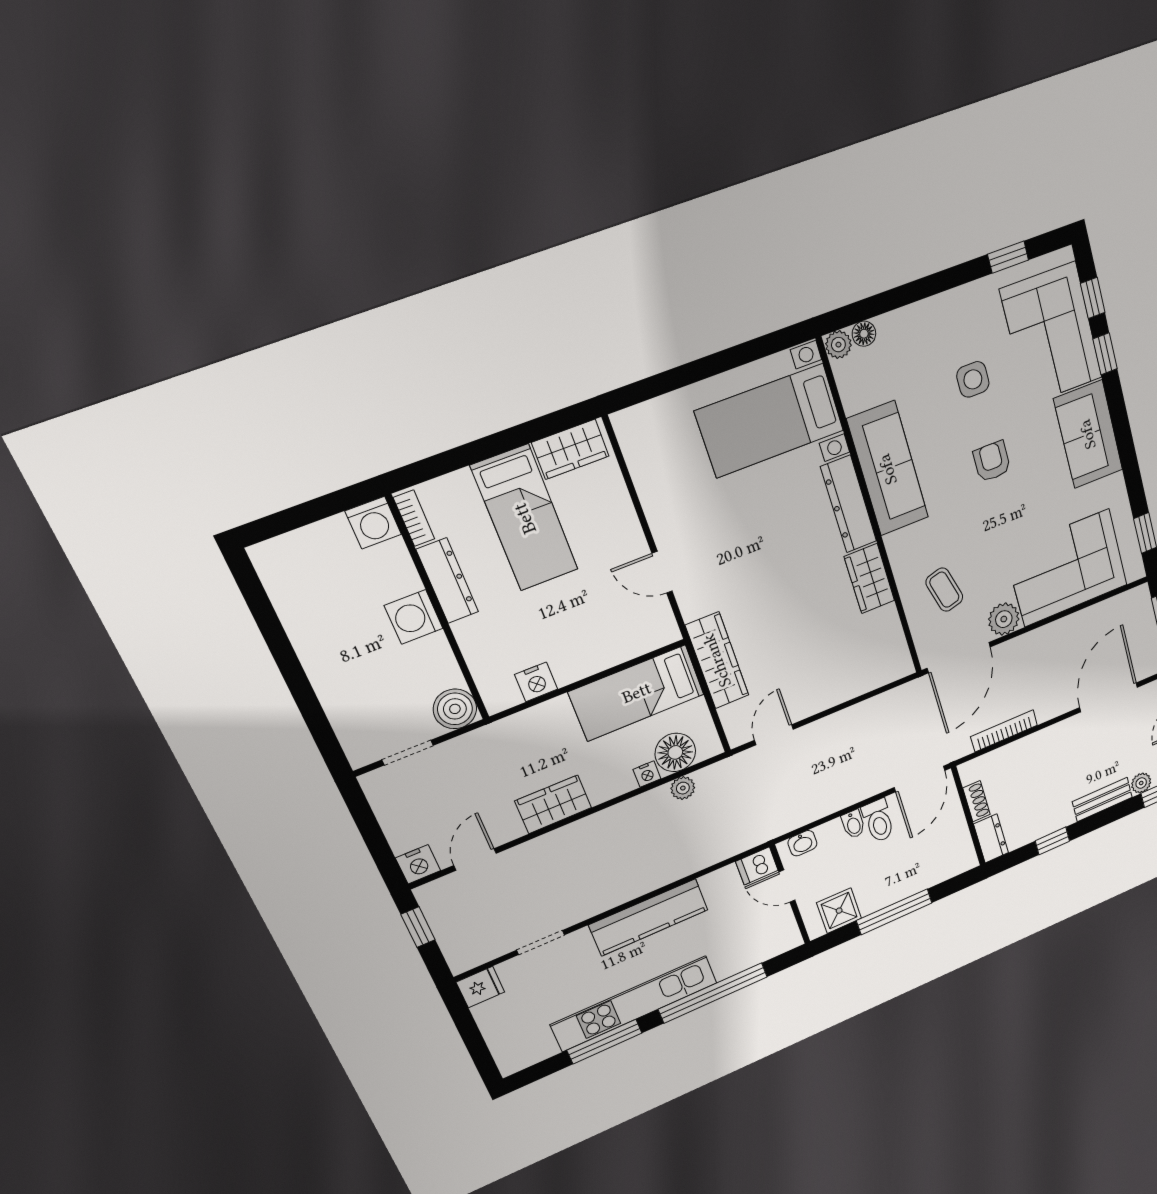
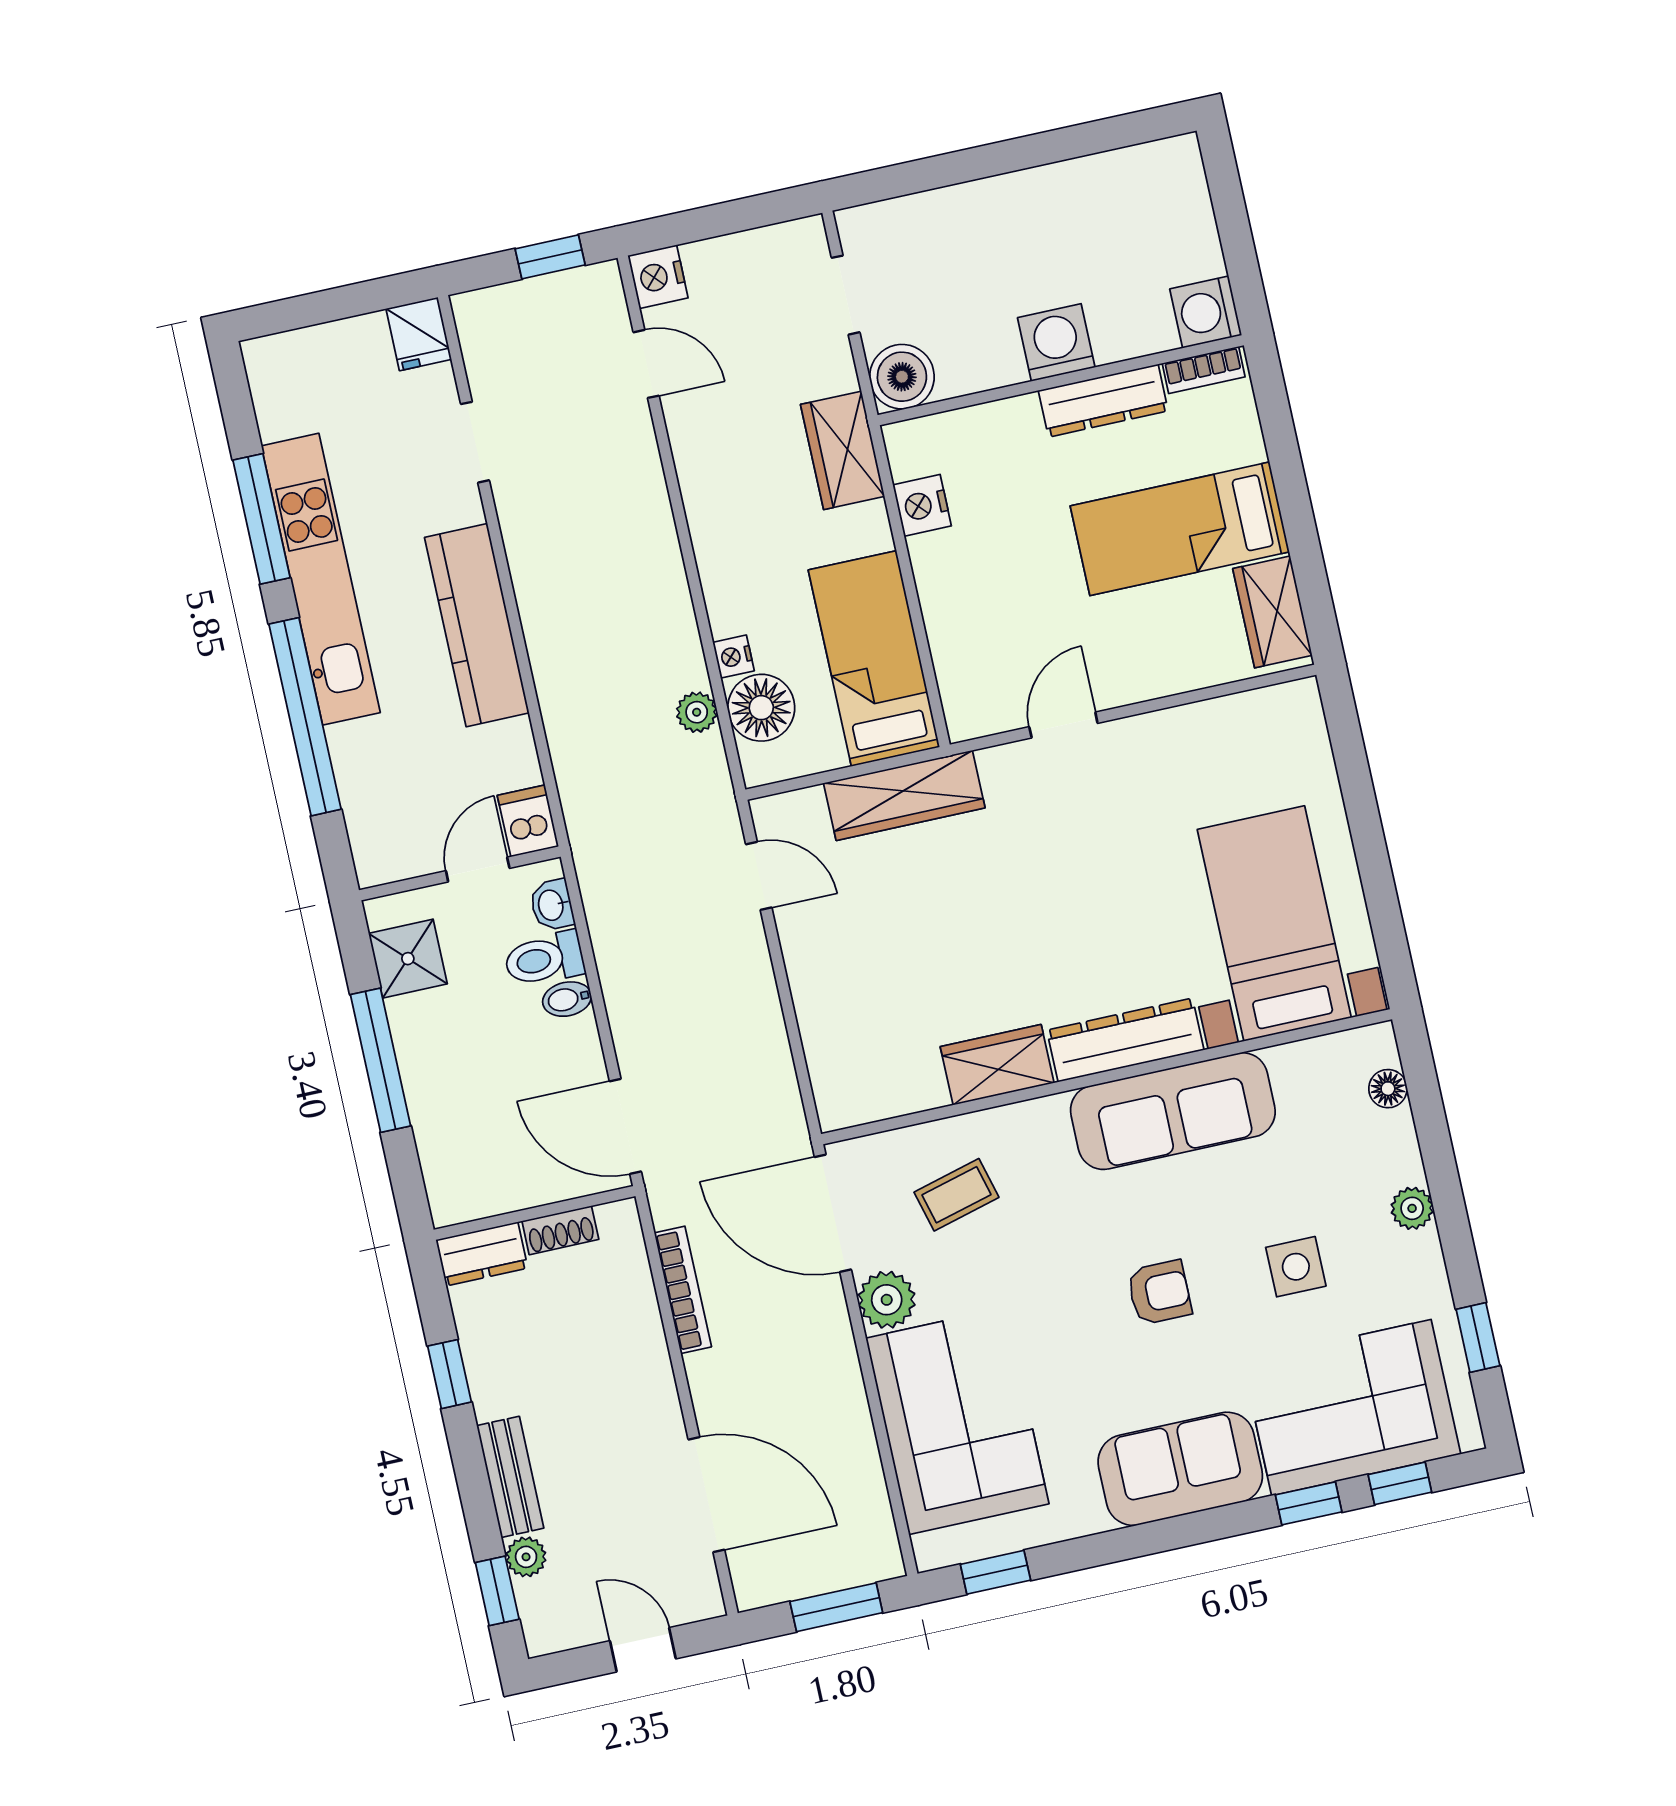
plant: (838, 345) -> (1412, 1208), moved
wardrobe: (553, 804) -> (843, 450), moved, turned 180
toilet: (878, 821) -> (544, 959), moved

